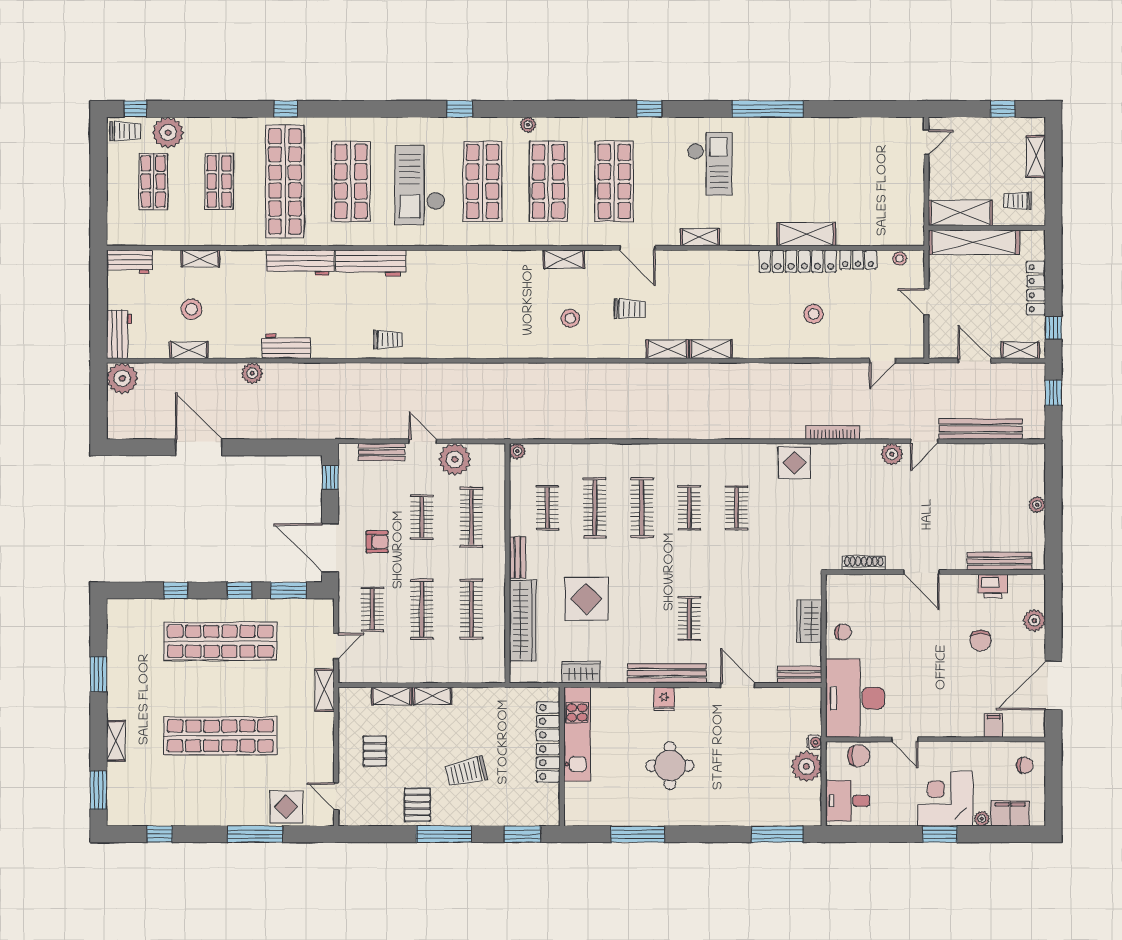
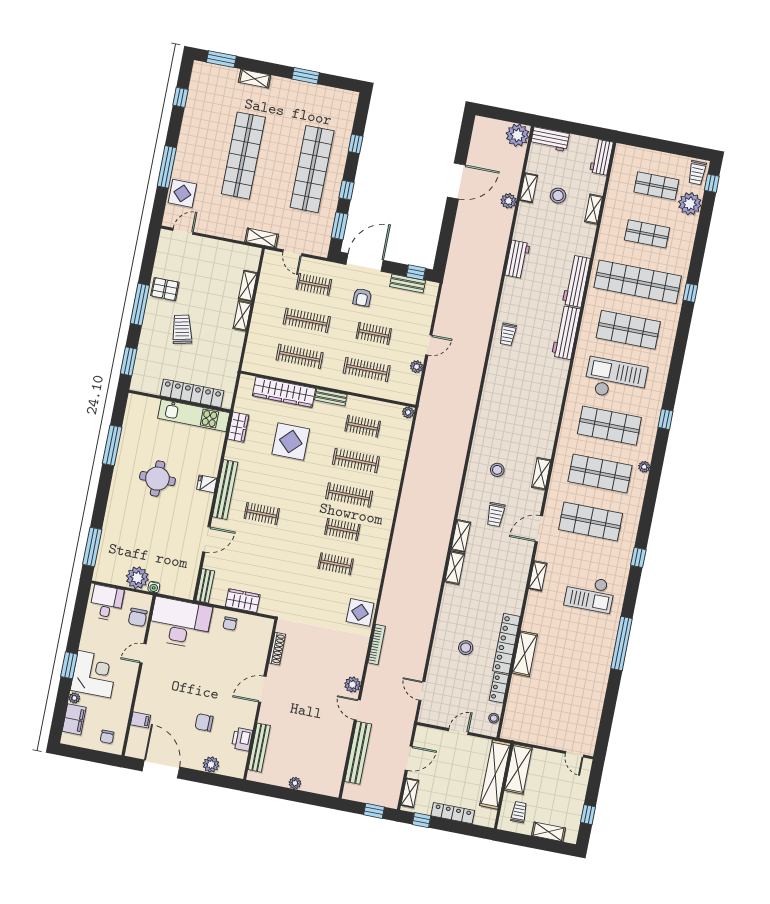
plant: (252, 373) -> (509, 201), moved
bench: (382, 452) -> (408, 283), moved, turned 90
plant: (455, 459) -> (417, 367), width x0.53, depth x0.53
pallet: (375, 751) -> (210, 266), removed

